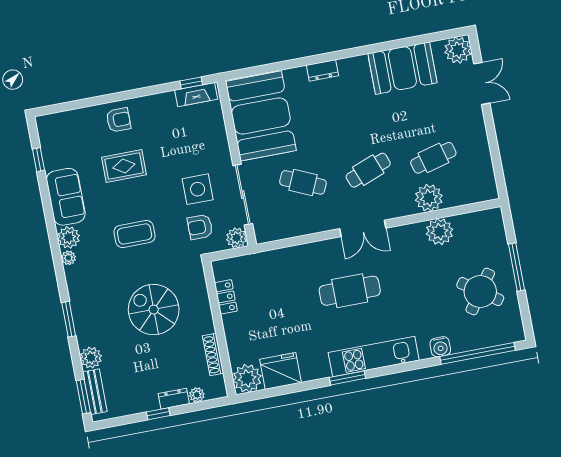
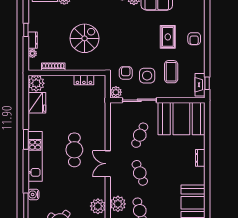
coffee table: (135, 234) -> (171, 72), moved

